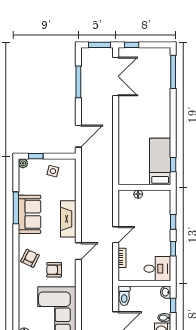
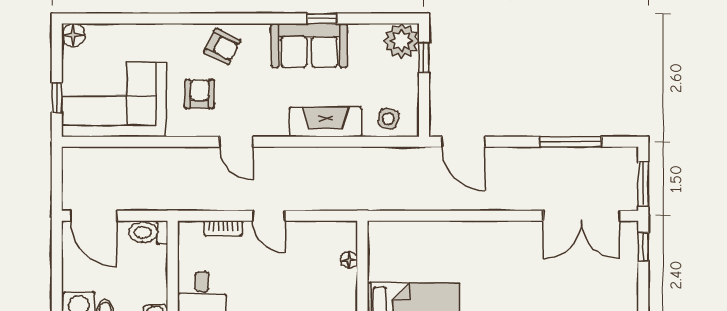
plant: (23, 163) -> (401, 41), width x1.88, depth x1.88
side table: (53, 171) -> (388, 119), moved
window: (16, 208) -> (322, 19), width x0.46
fireplace: (68, 219) -> (326, 122), moved

